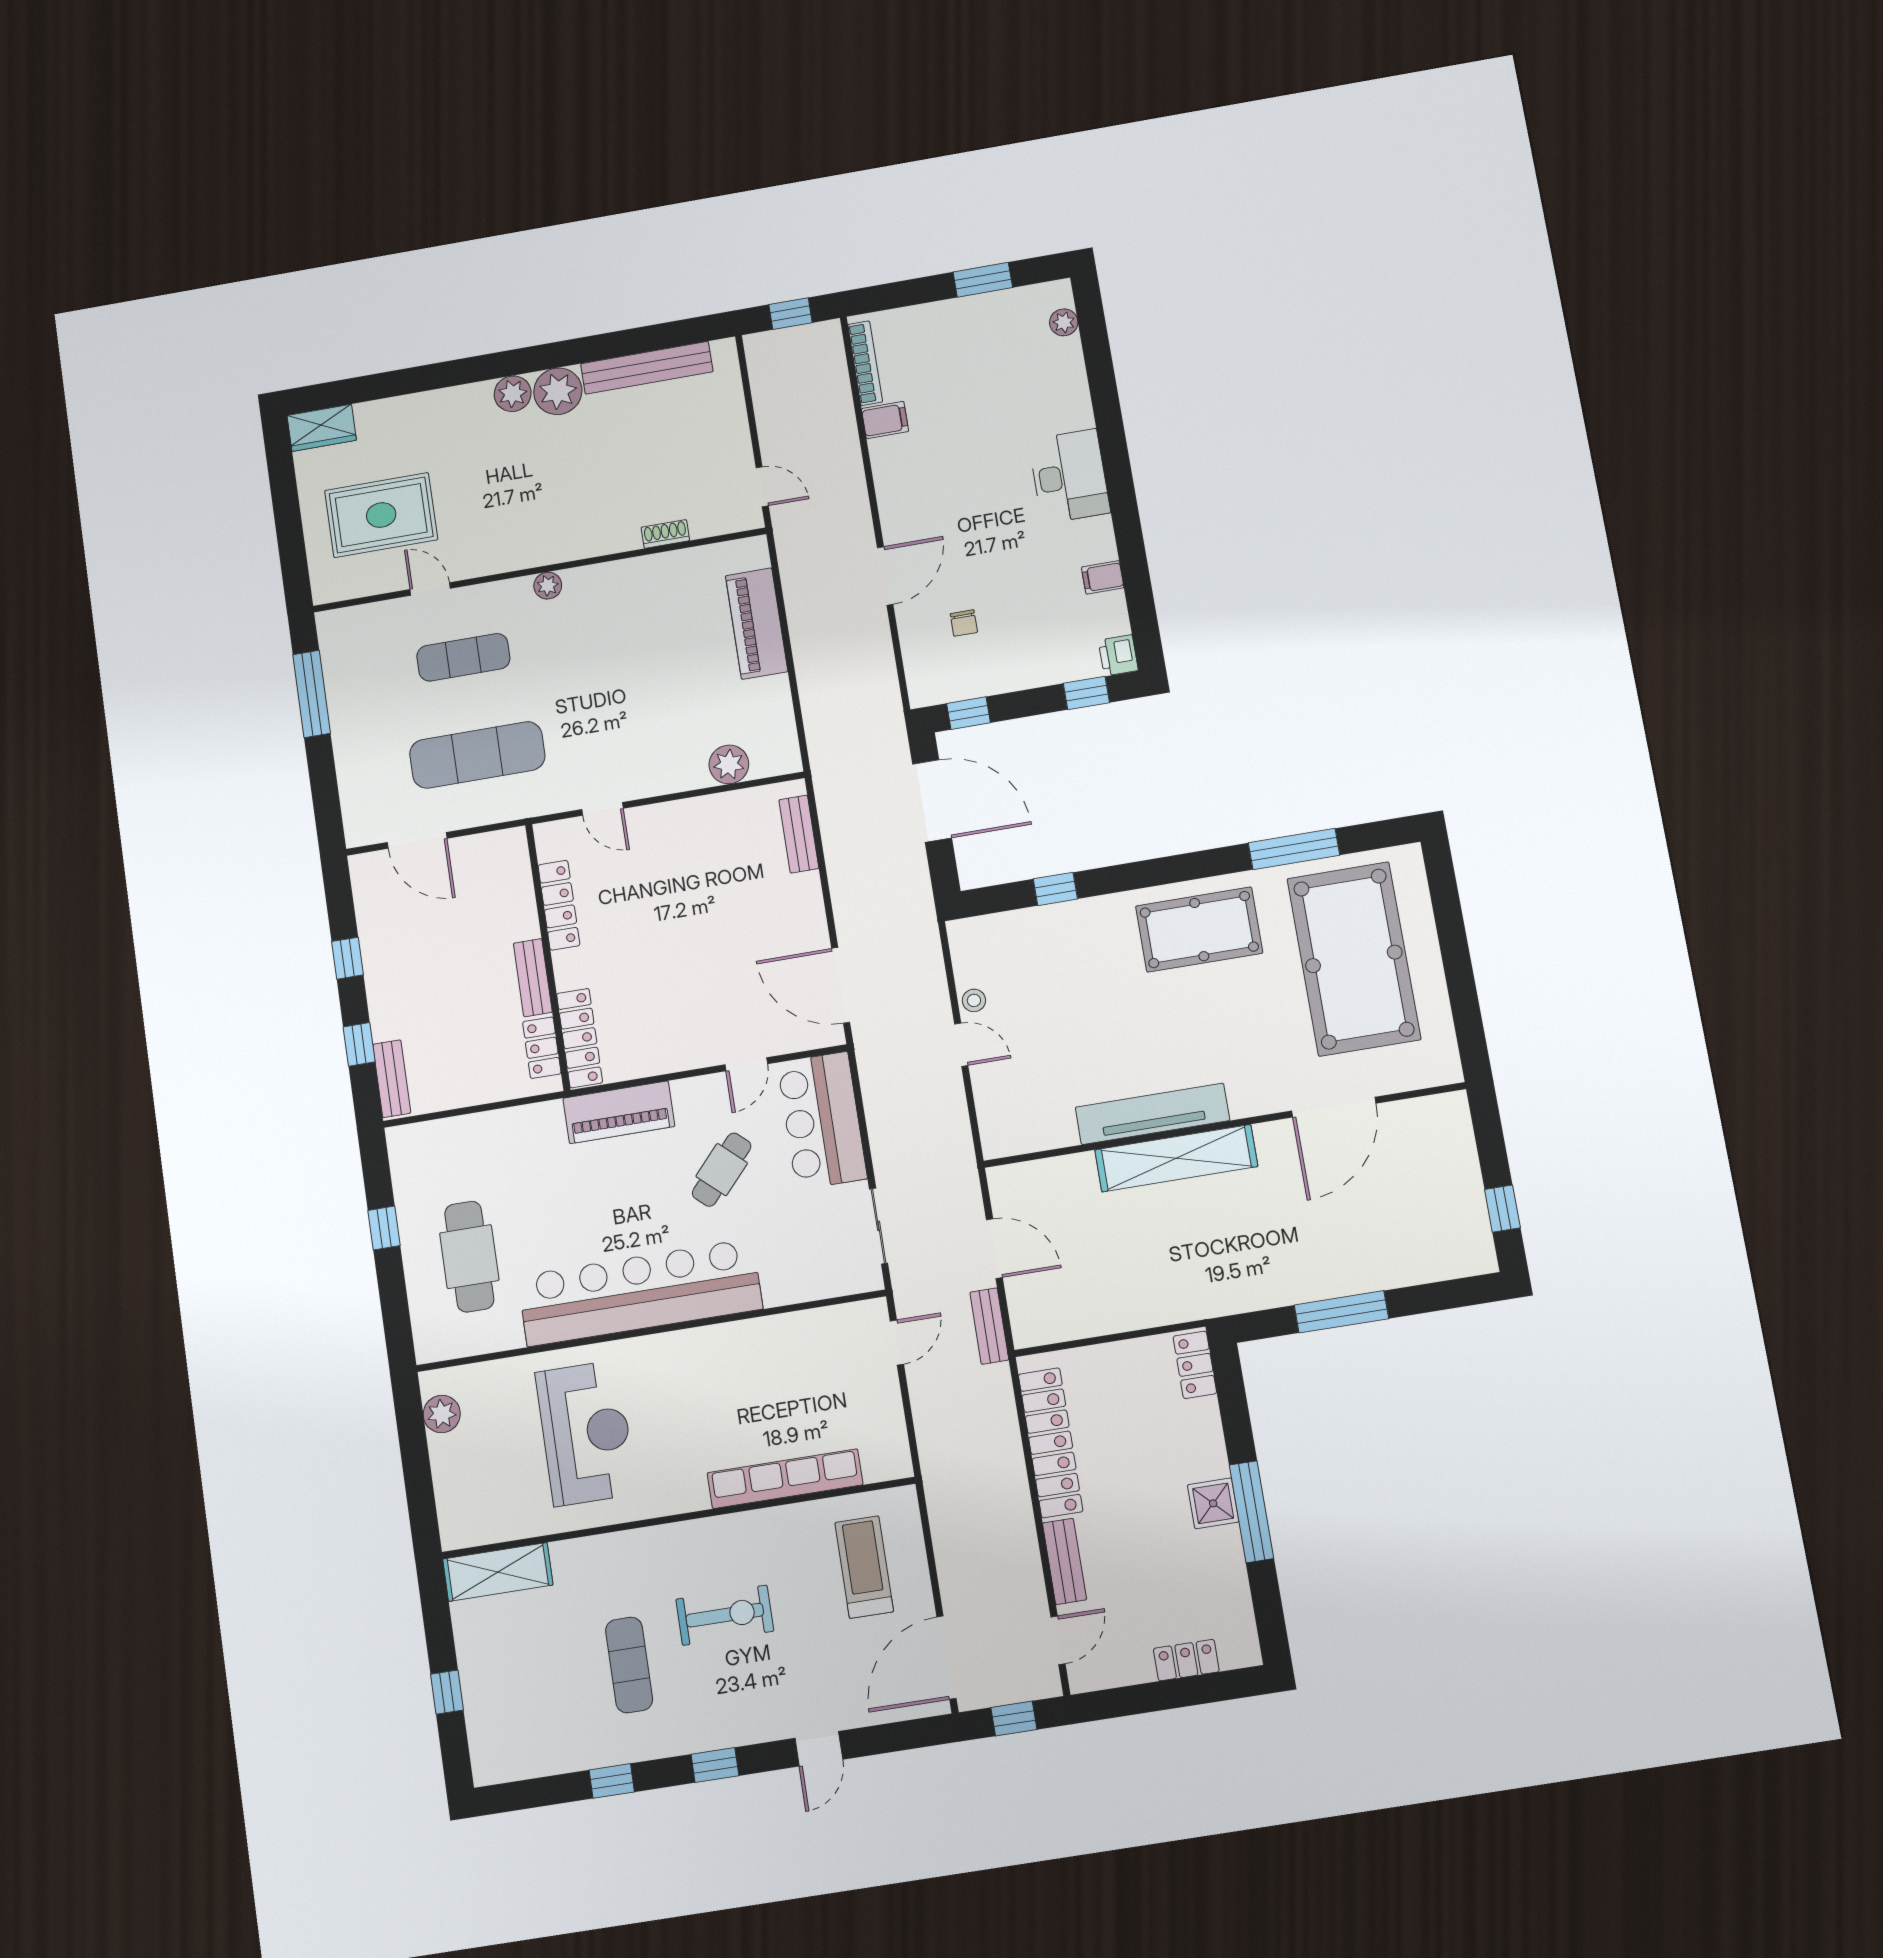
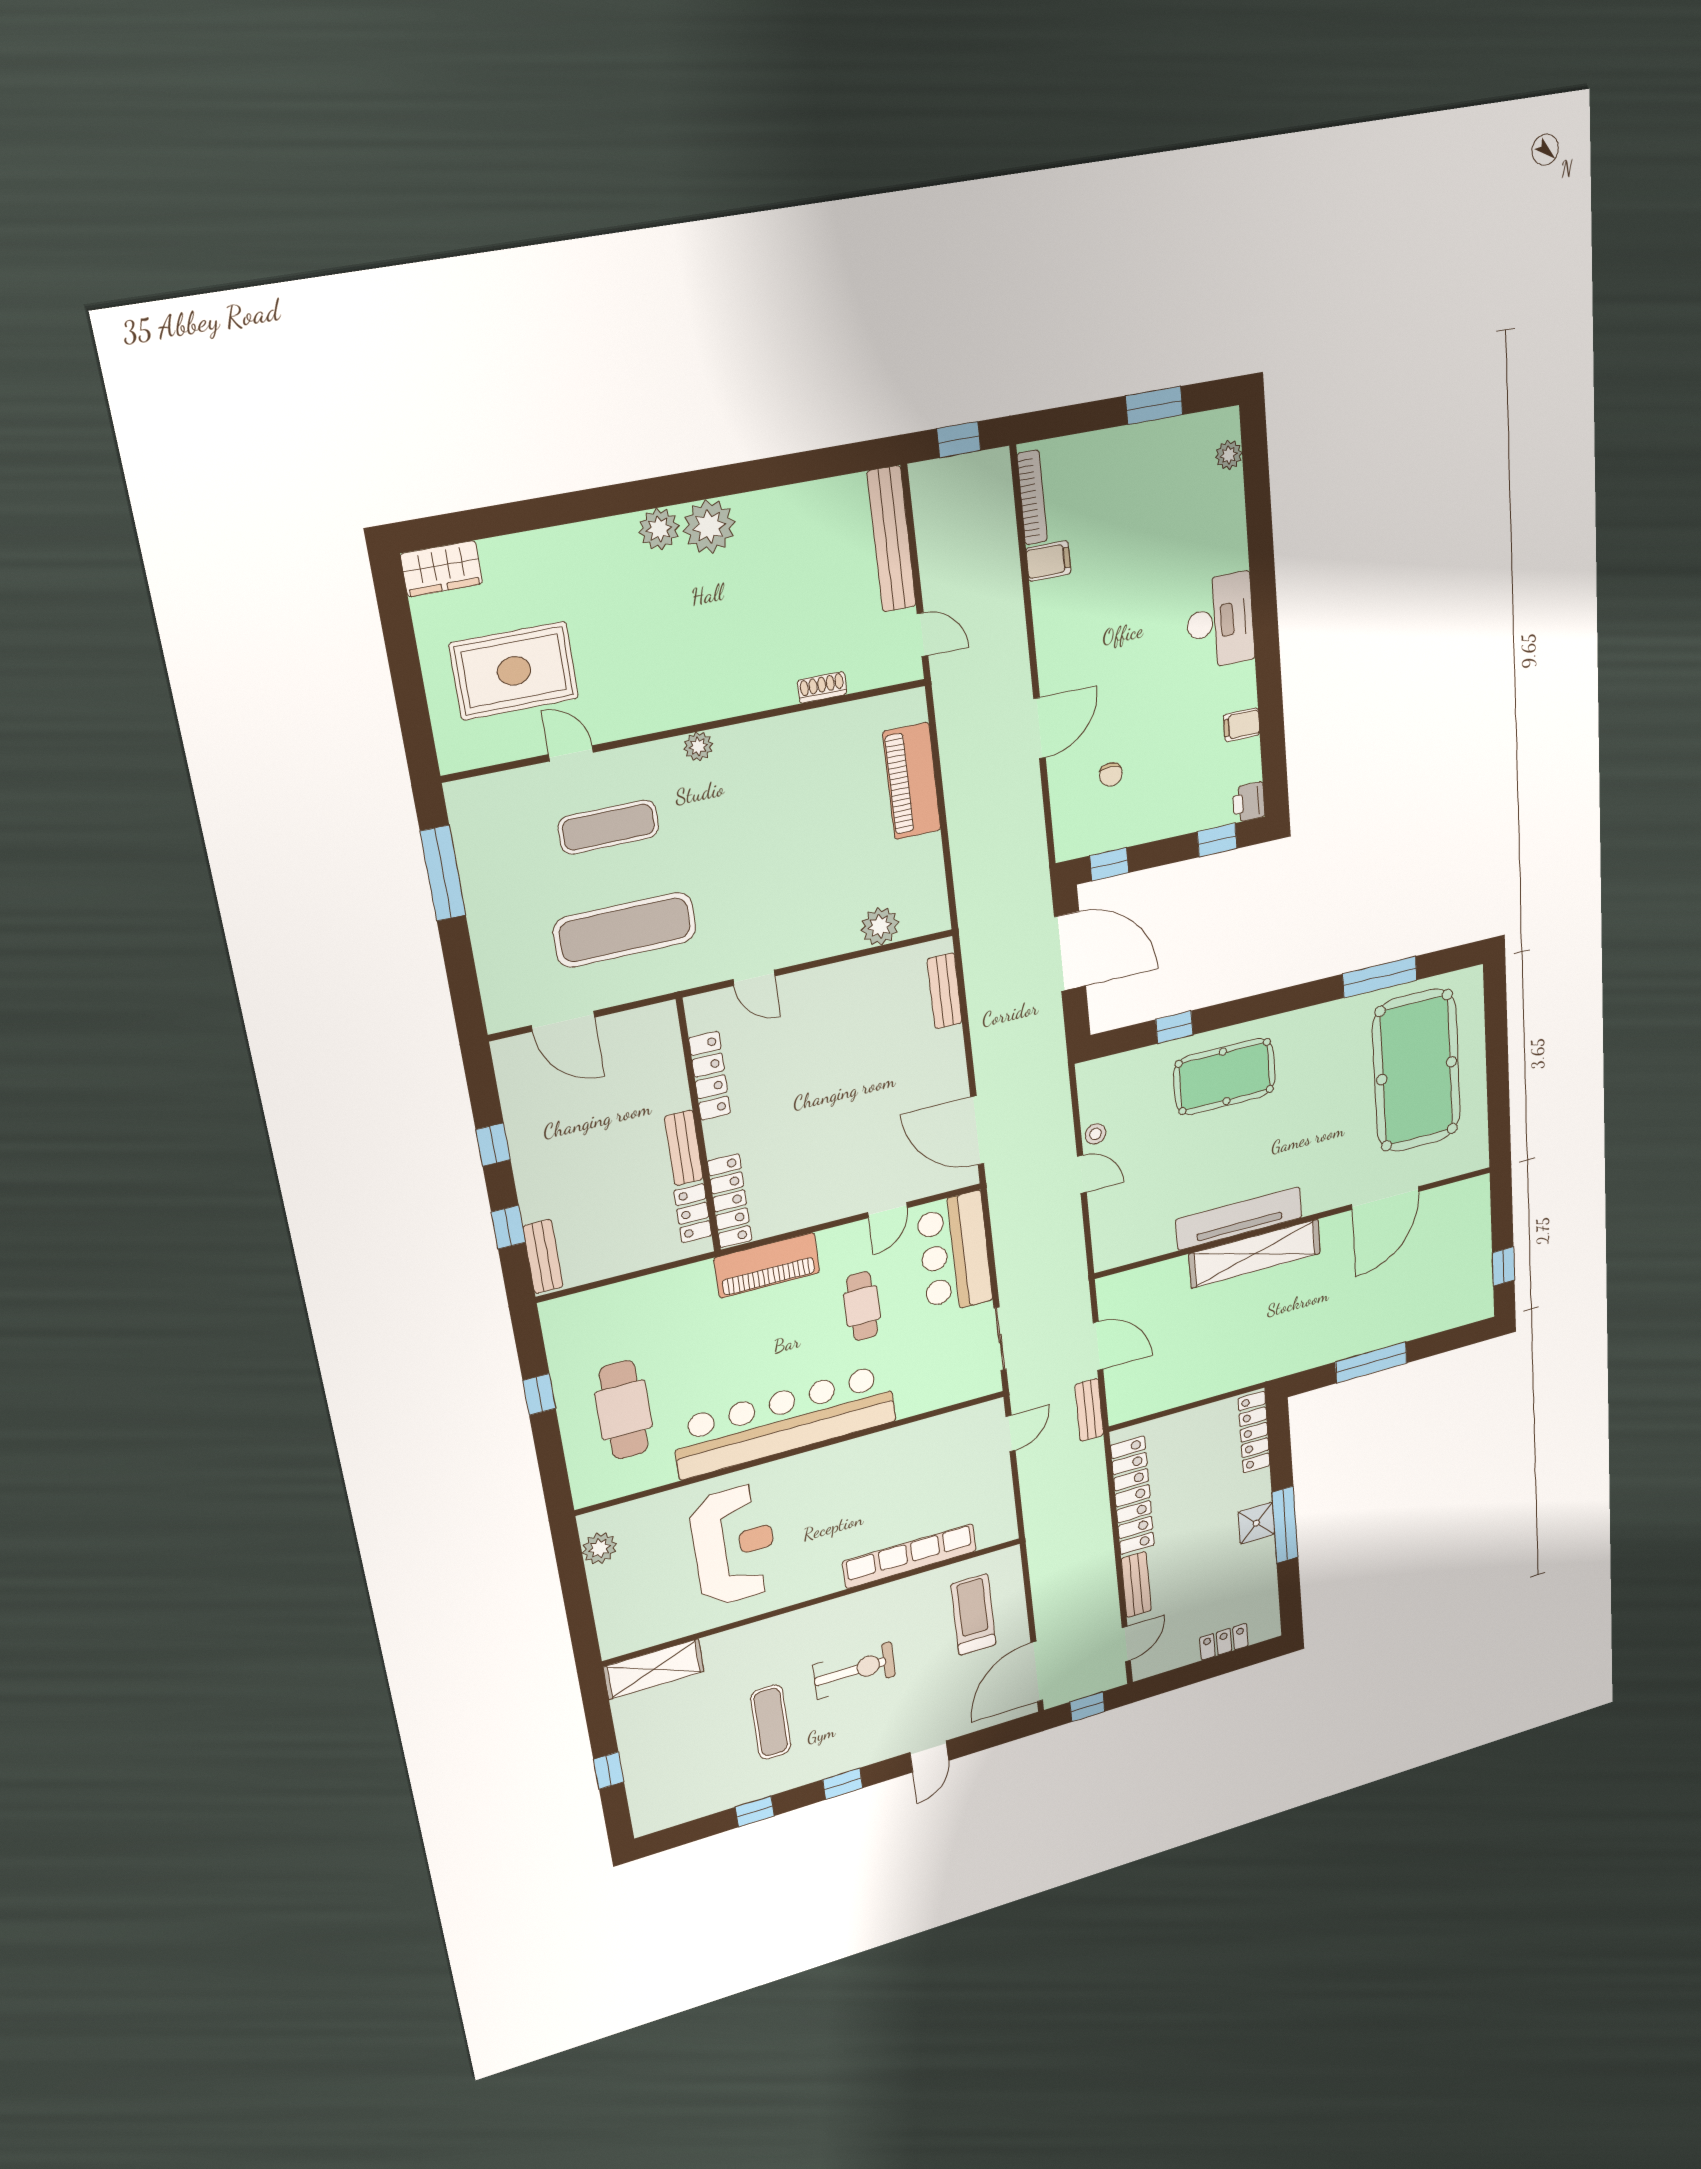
bench: (647, 368) -> (892, 539), moved, turned 90
pool table: (1199, 930) -> (1225, 1076), moved
cafe table: (722, 1170) -> (862, 1306), turned -42
locker: (1195, 1365) -> (1254, 1432), width x1.53

